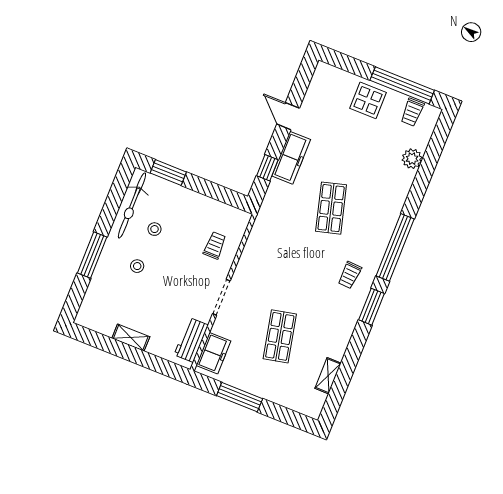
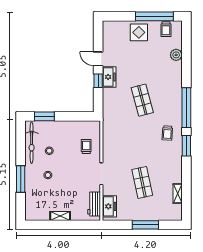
freezer: (291, 158) -> (109, 77), width x0.71
window: (267, 168) -> (98, 81), moved
window: (240, 397) -> (145, 225), moved

